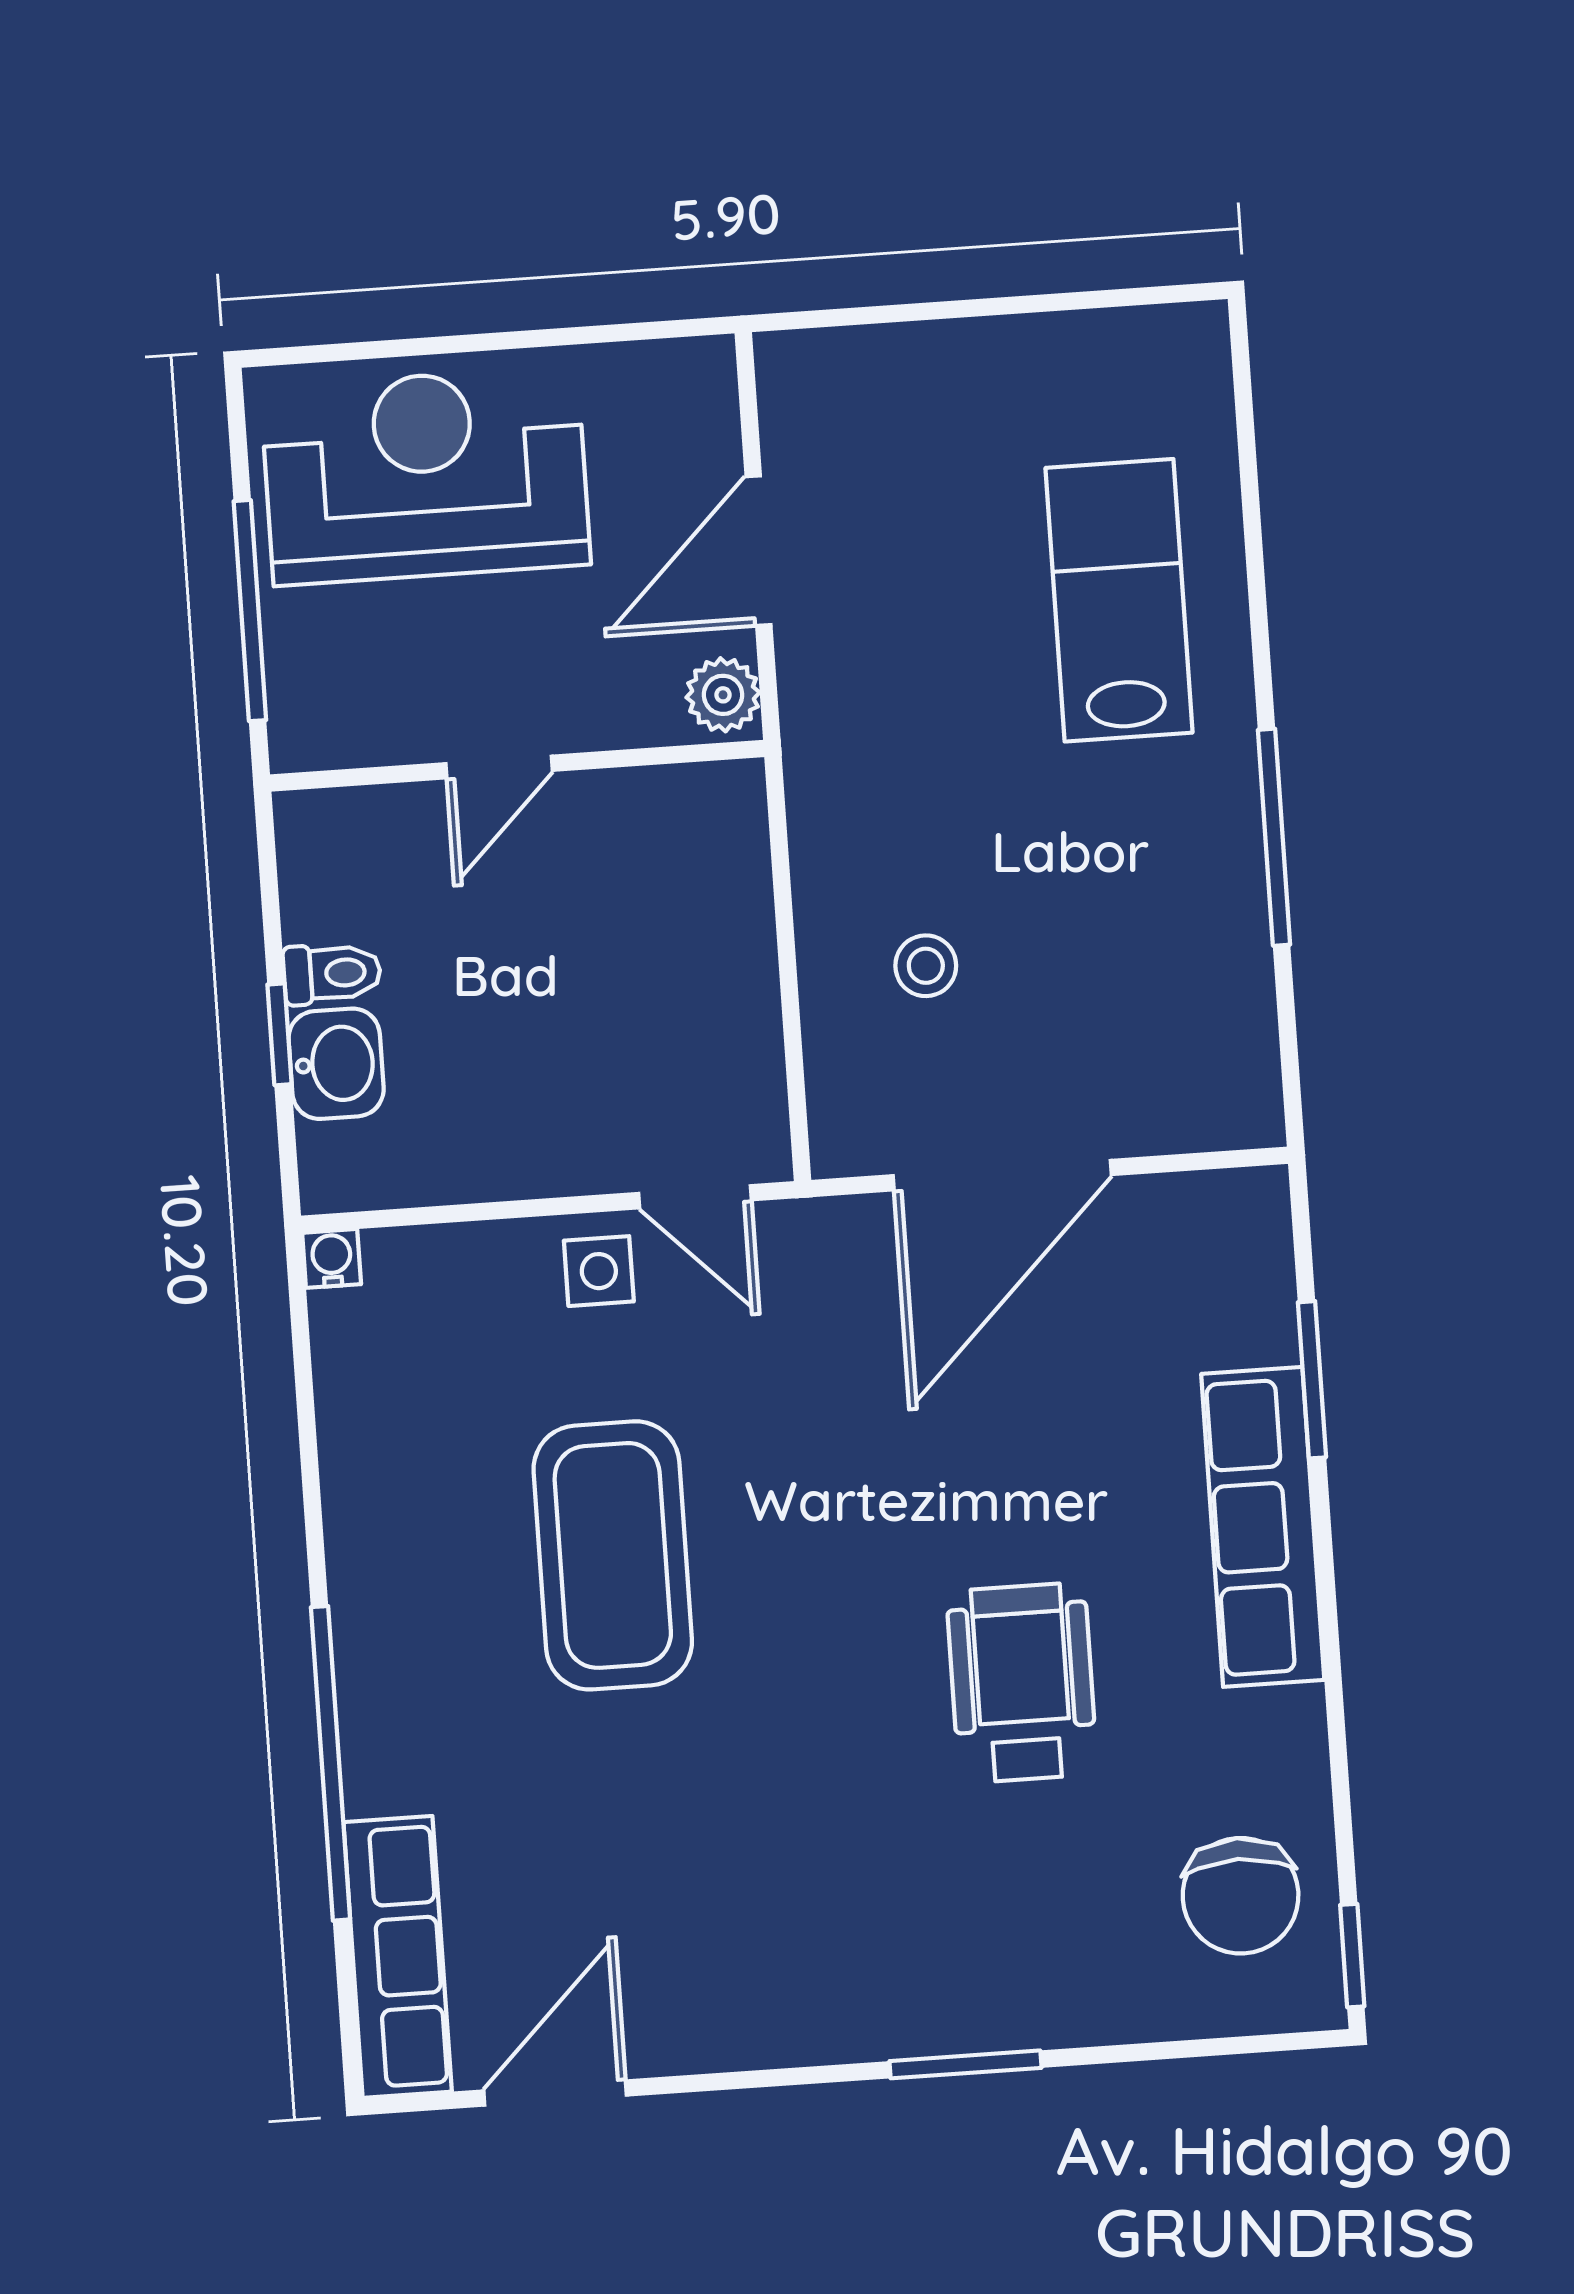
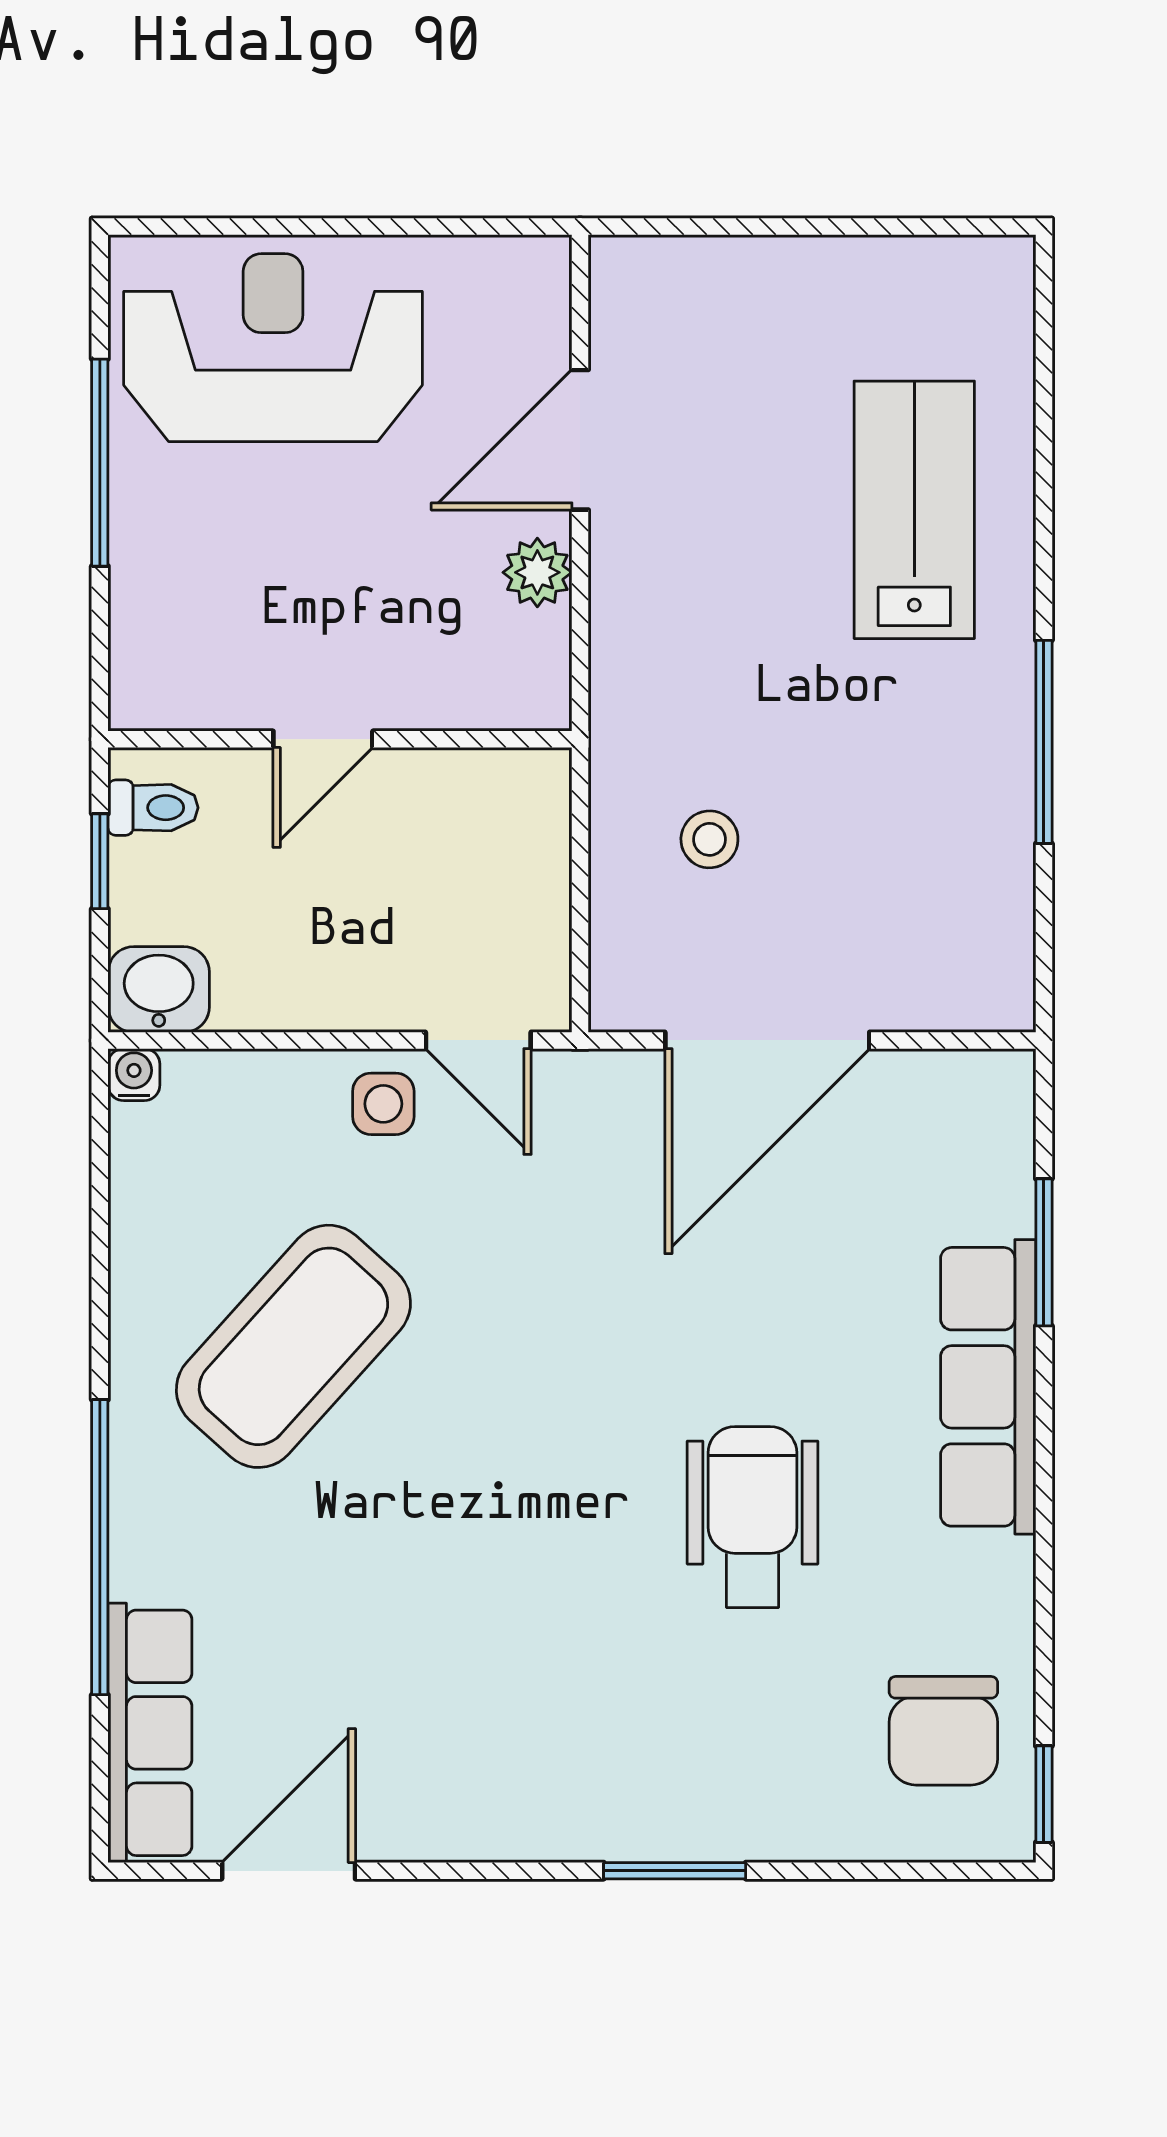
wall: (517, 766) -> (340, 739), moved
door: (499, 767) -> (323, 739), moved
washbasin: (336, 1064) -> (159, 989), moved, turned -90
coffee table: (613, 1555) -> (293, 1346), moved, turned 42

